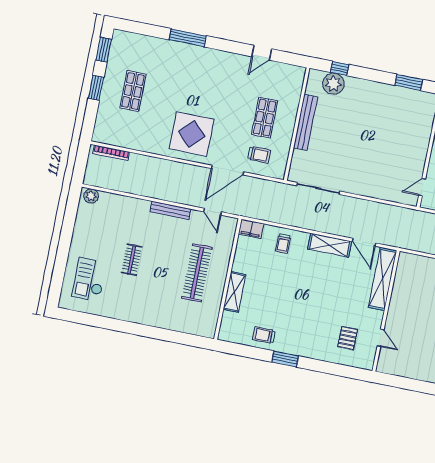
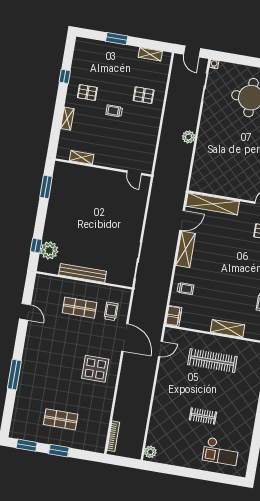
display table: (192, 134) -> (95, 369), width x0.73, depth x0.73
bench: (171, 210) -> (160, 385), removed

